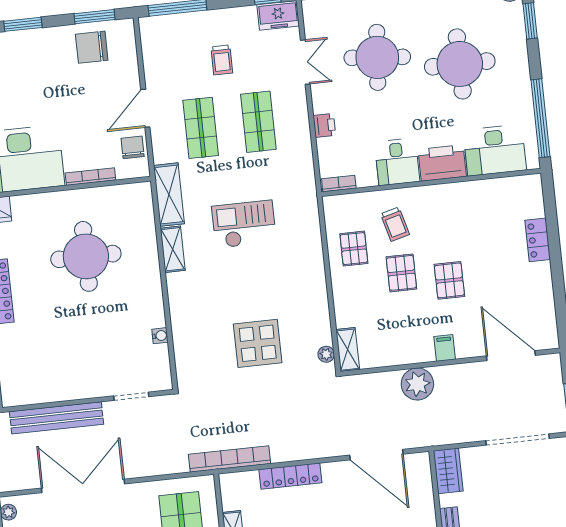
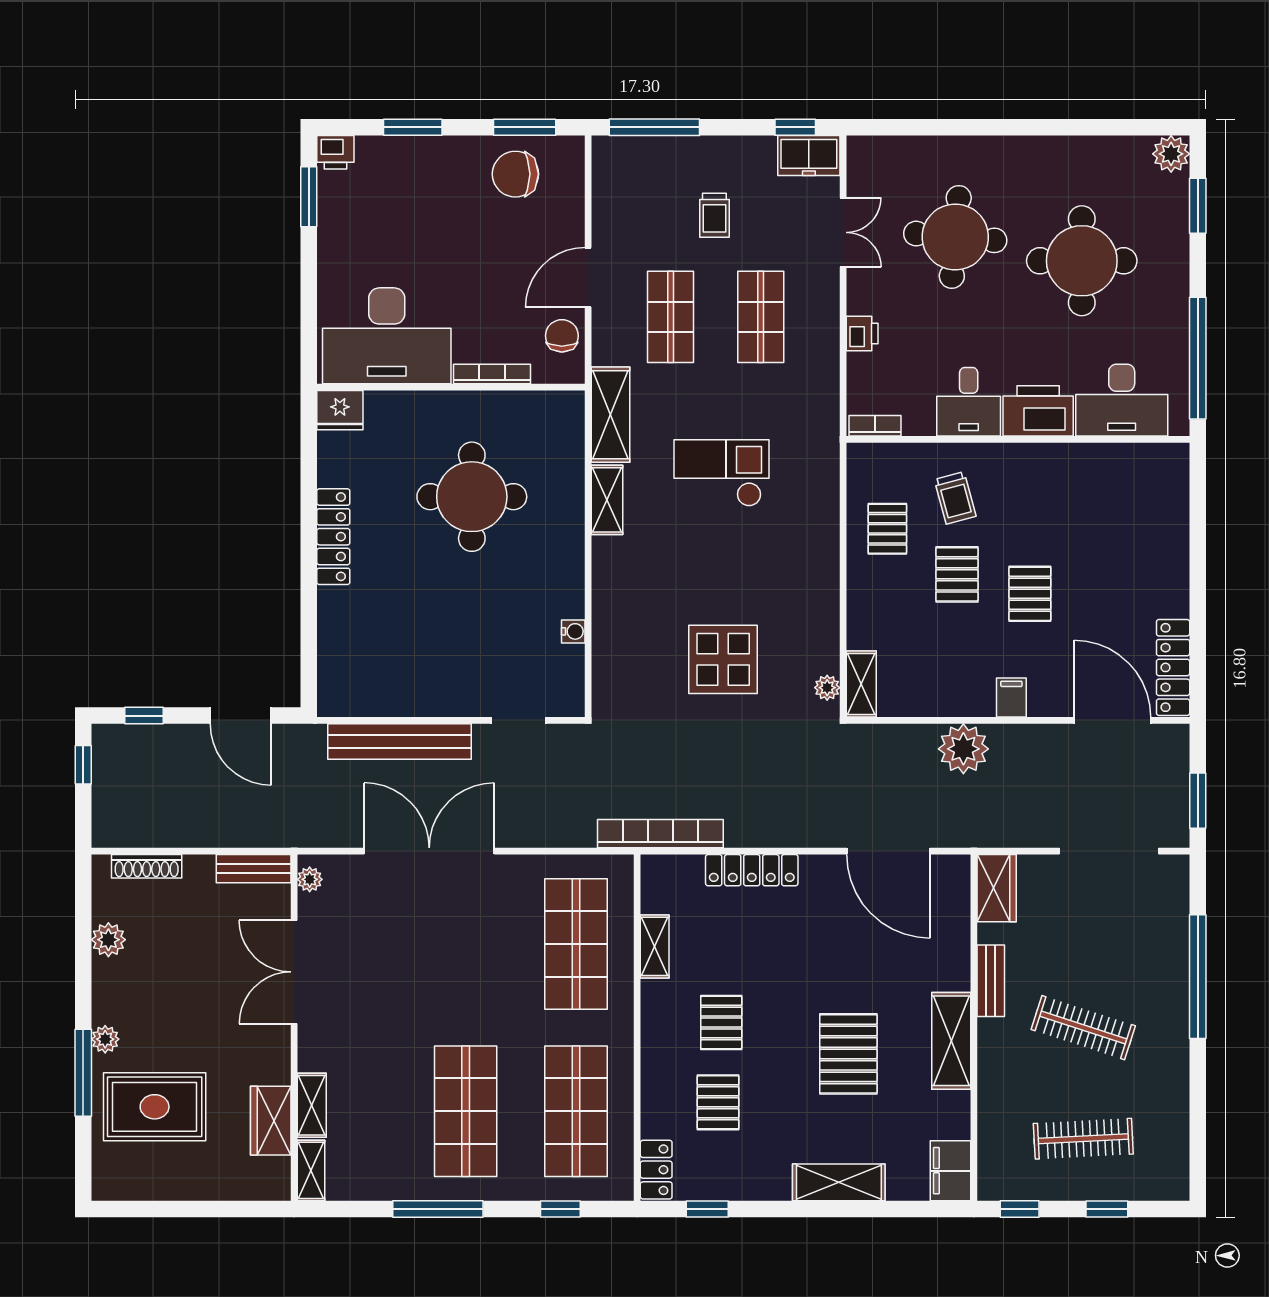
locker: (538, 240) -> (1173, 667), moved, width x1.53

